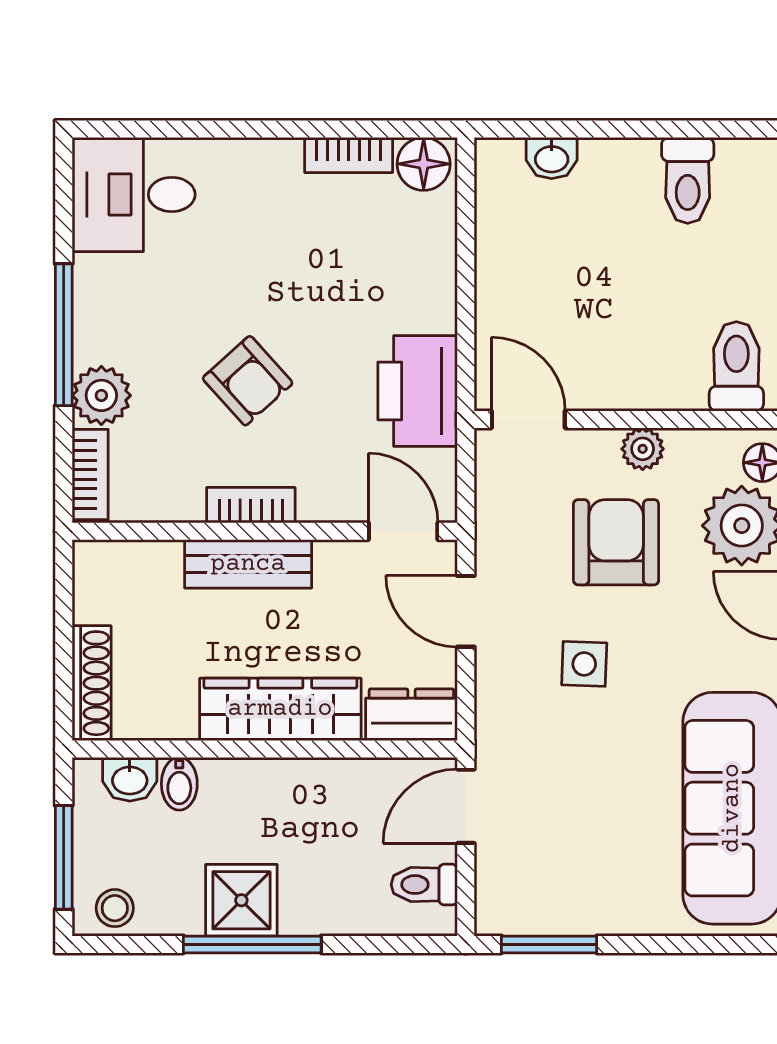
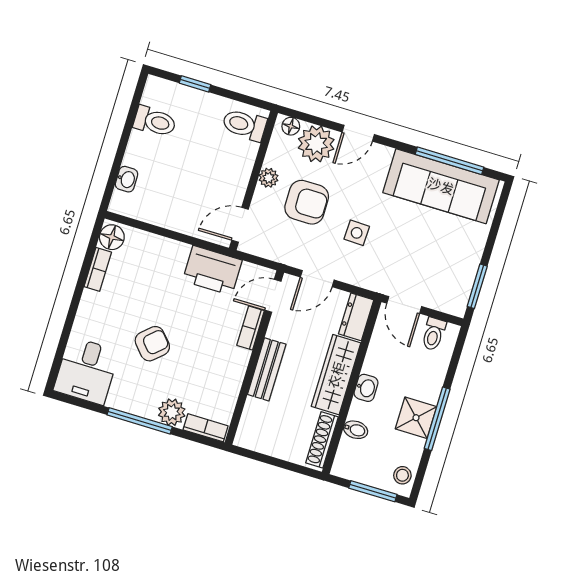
armchair: (248, 381) -> (152, 344), moved
bookcase: (251, 505) -> (251, 328), moved
armchair: (616, 542) -> (307, 202), turned 180
shoe rack: (92, 683) -> (322, 440), moved, turned -90
washbasin: (130, 779) -> (366, 388), moved

